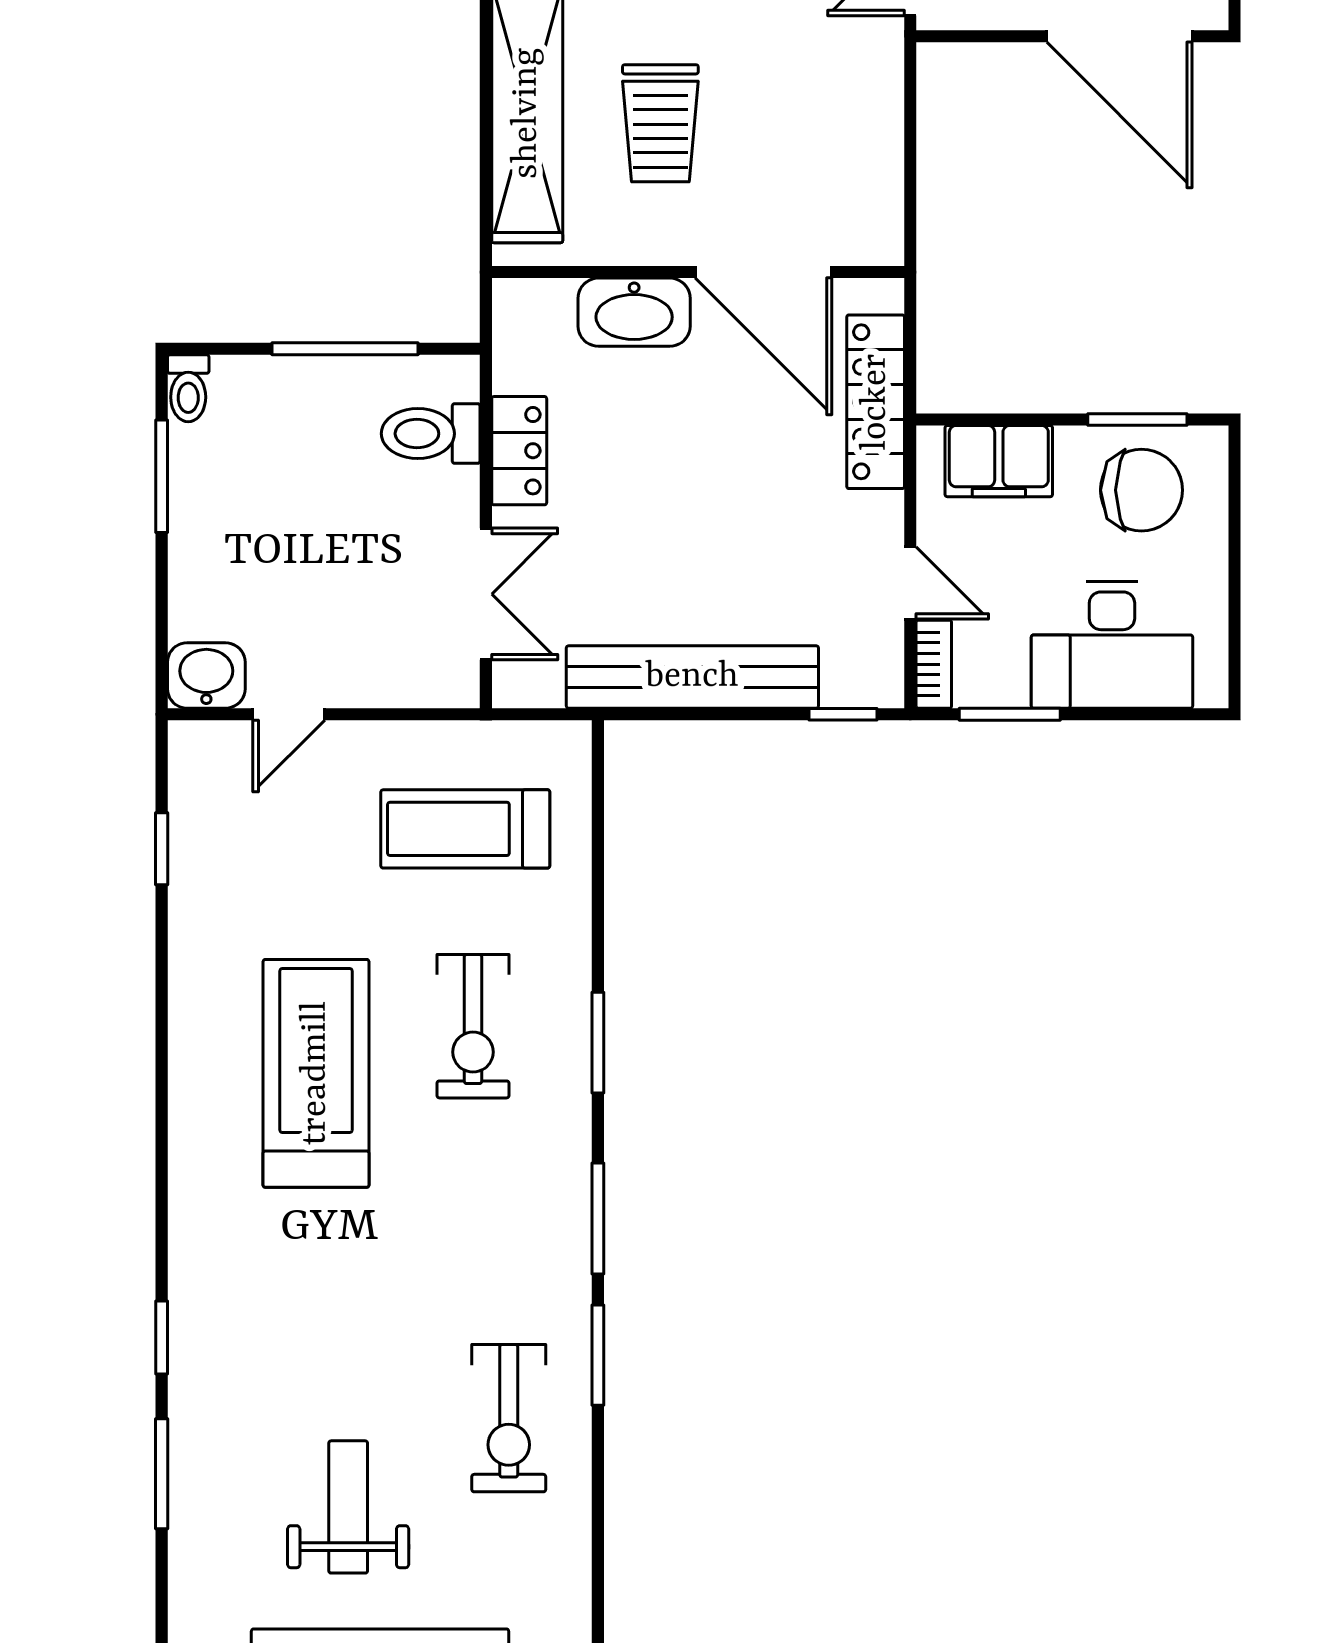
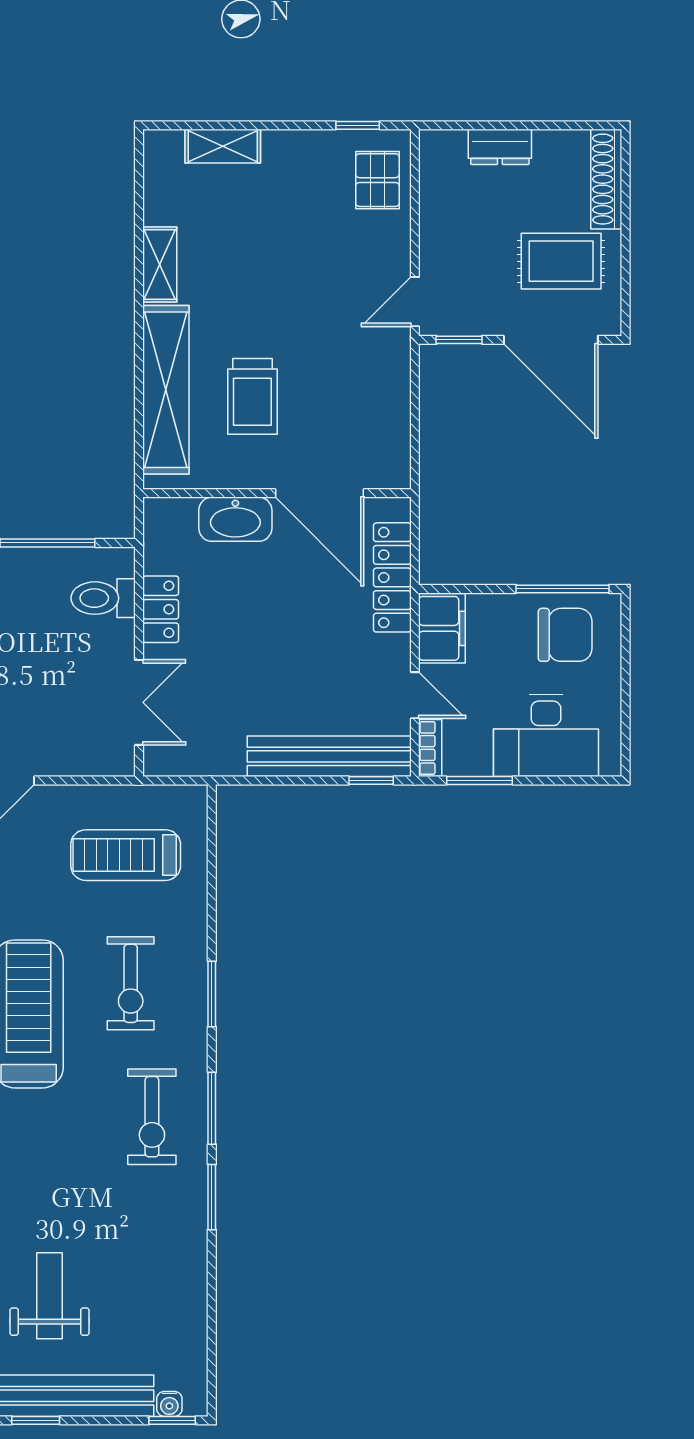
window: (978, 36) -> (459, 340), added
window: (1137, 419) -> (563, 589), width x1.44
filing cabinet: (999, 461) -> (442, 628), moved, turned -90
bench: (692, 677) -> (329, 756), moved
exercise bike: (509, 1418) -> (152, 1117), moved

